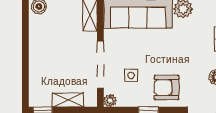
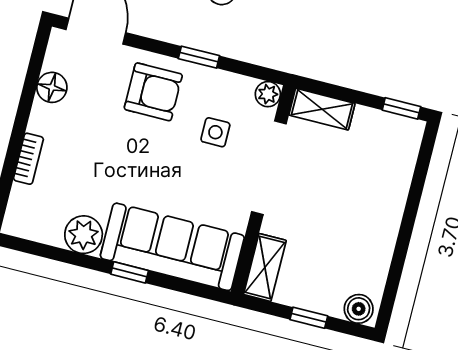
shelving: (68, 100) -> (322, 109), moved

